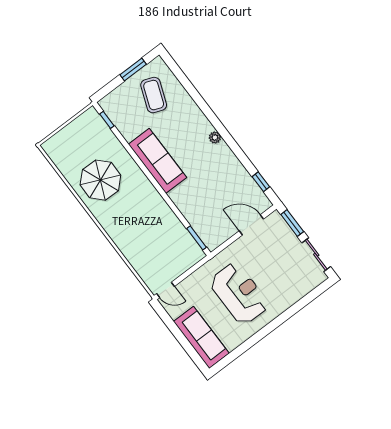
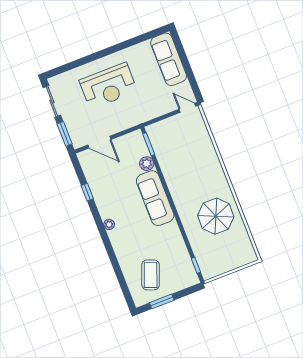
sofa: (157, 161) -> (155, 198), moved
window: (261, 182) -> (87, 192), moved
plant: (193, 216) -> (147, 164), added
reception desk: (239, 294) -> (108, 86), moved, turned -90

